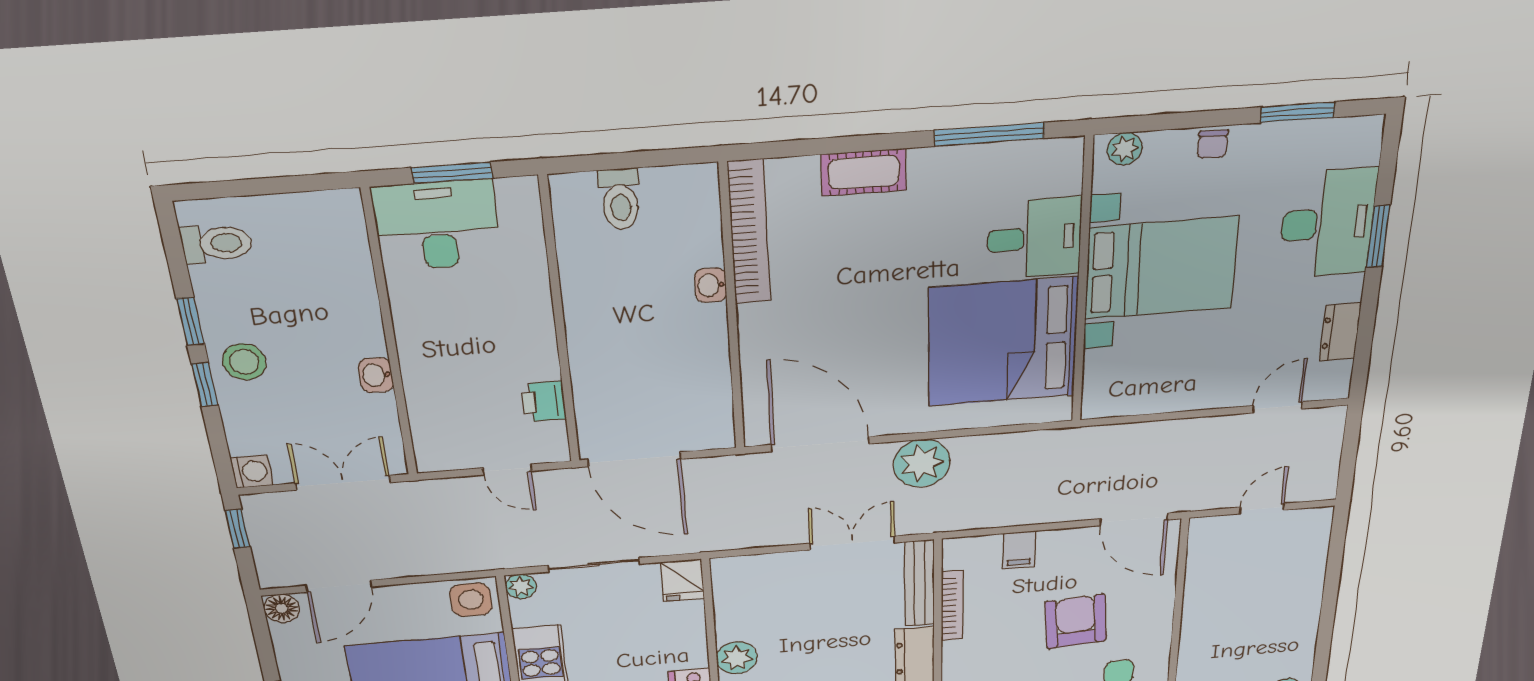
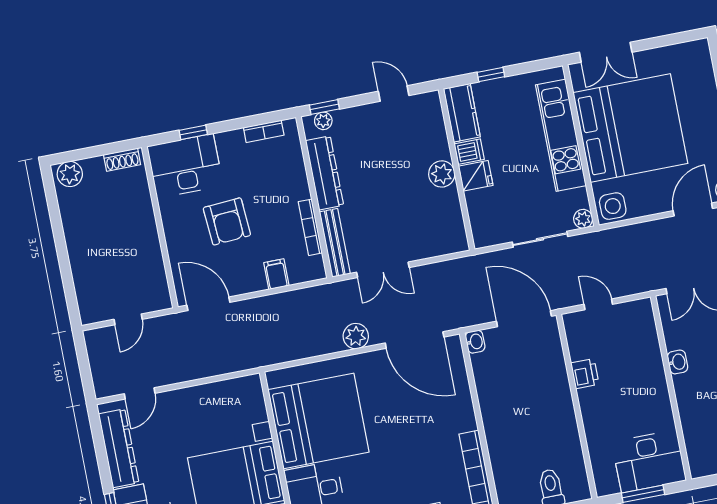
washbasin: (711, 285) -> (475, 342), moved
dresser: (1340, 332) -> (119, 448), width x1.96, depth x1.24
printer: (544, 401) -> (585, 374), moved
plant: (922, 463) -> (356, 336), width x0.73, depth x0.73
fridge: (682, 580) -> (476, 176), moved, turned 90

